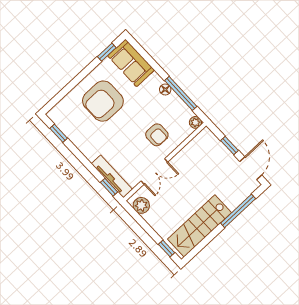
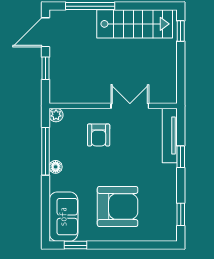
armchair: (157, 135) -> (99, 135), turned 180
window: (109, 187) -> (181, 157), moved
plant: (141, 205) -> (168, 88), removed

